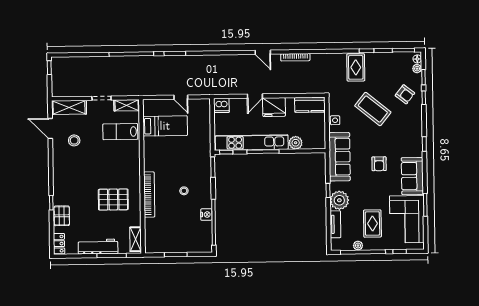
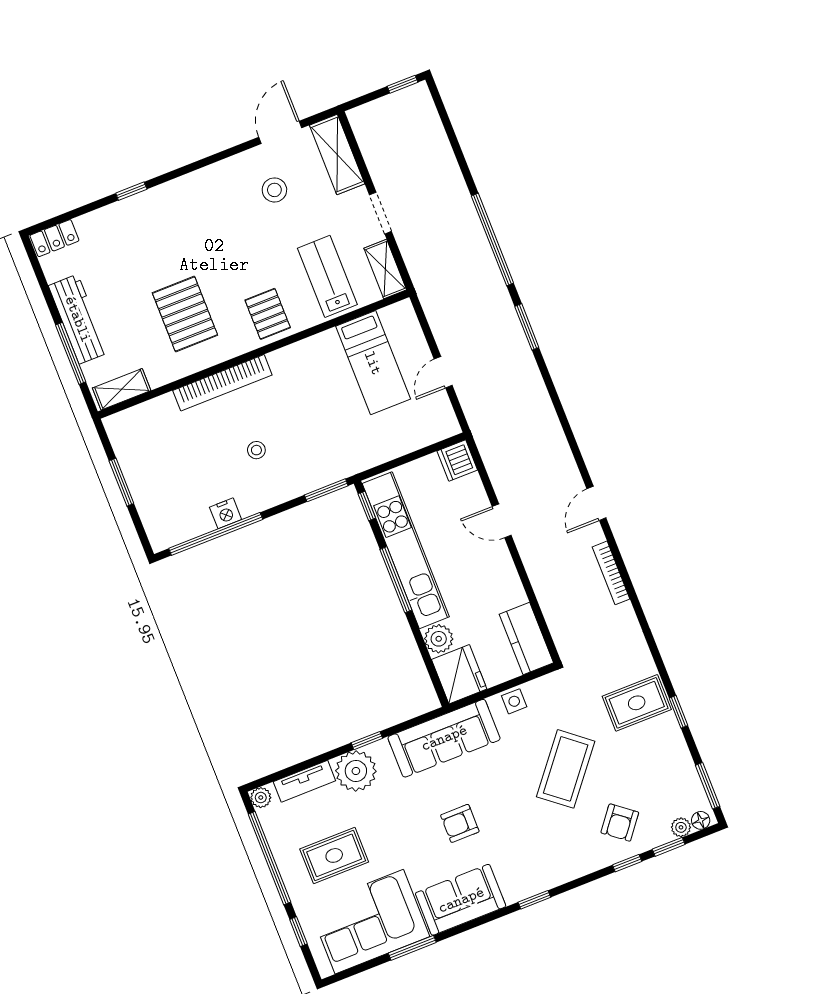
fridge: (274, 107) -> (459, 674), moved, turned 180
pallet: (62, 216) -> (268, 314), moved, turned 90
plant: (358, 246) -> (261, 798), moved

